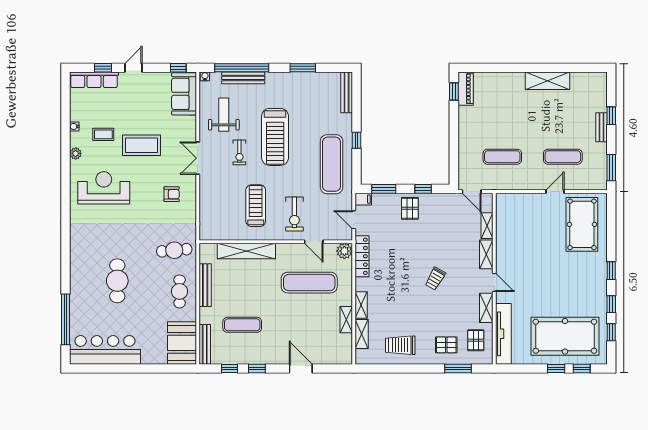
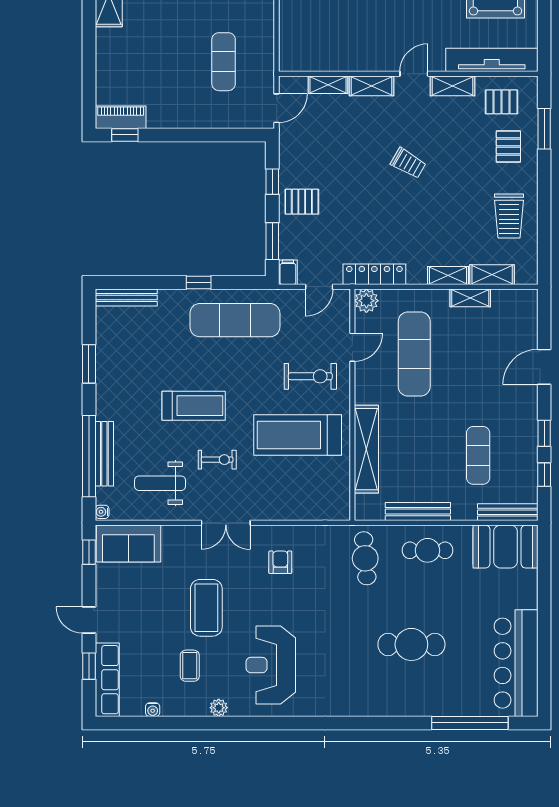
water cooler: (74, 126) -> (153, 710), moved
treadmill: (275, 137) -> (194, 406), width x0.73, depth x0.73
treadmill: (256, 206) -> (298, 435), width x1.37, depth x1.38

